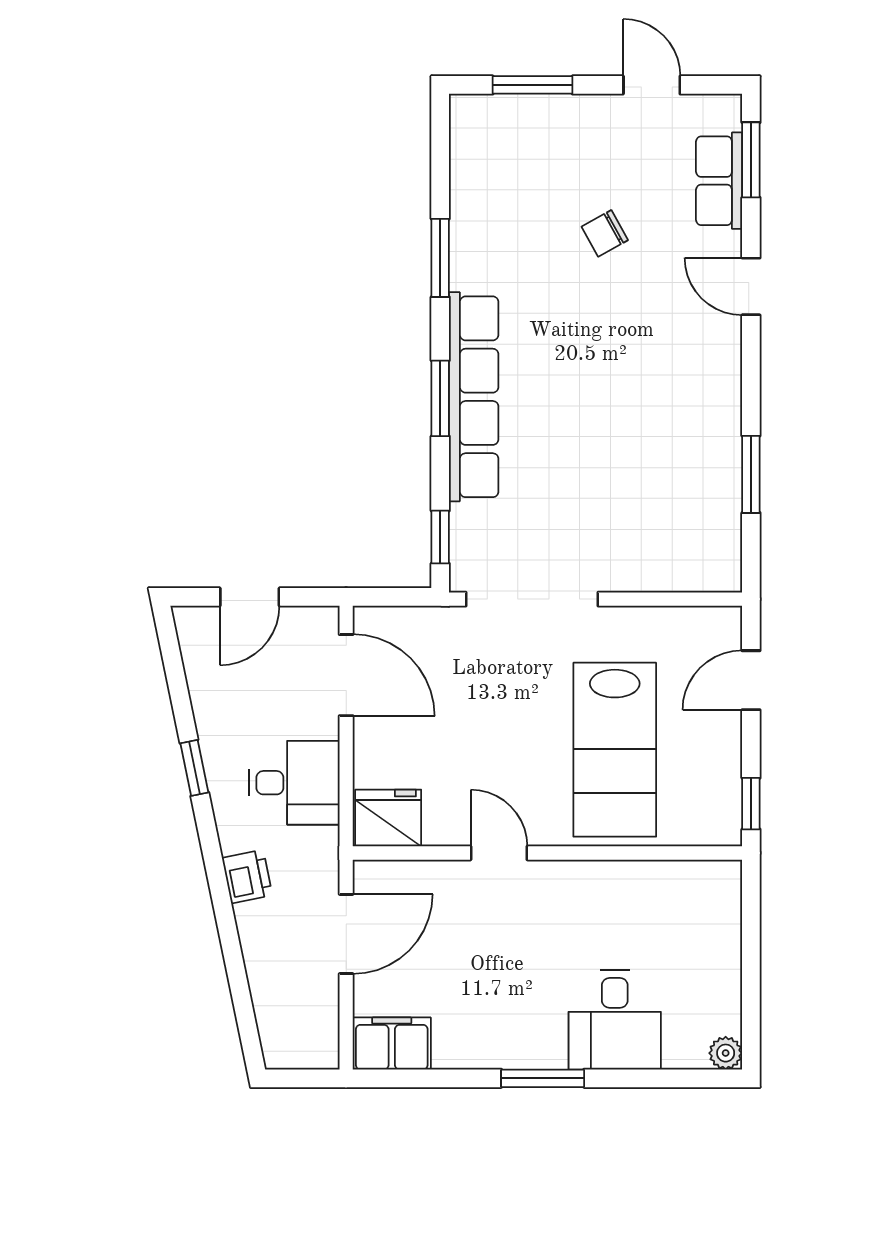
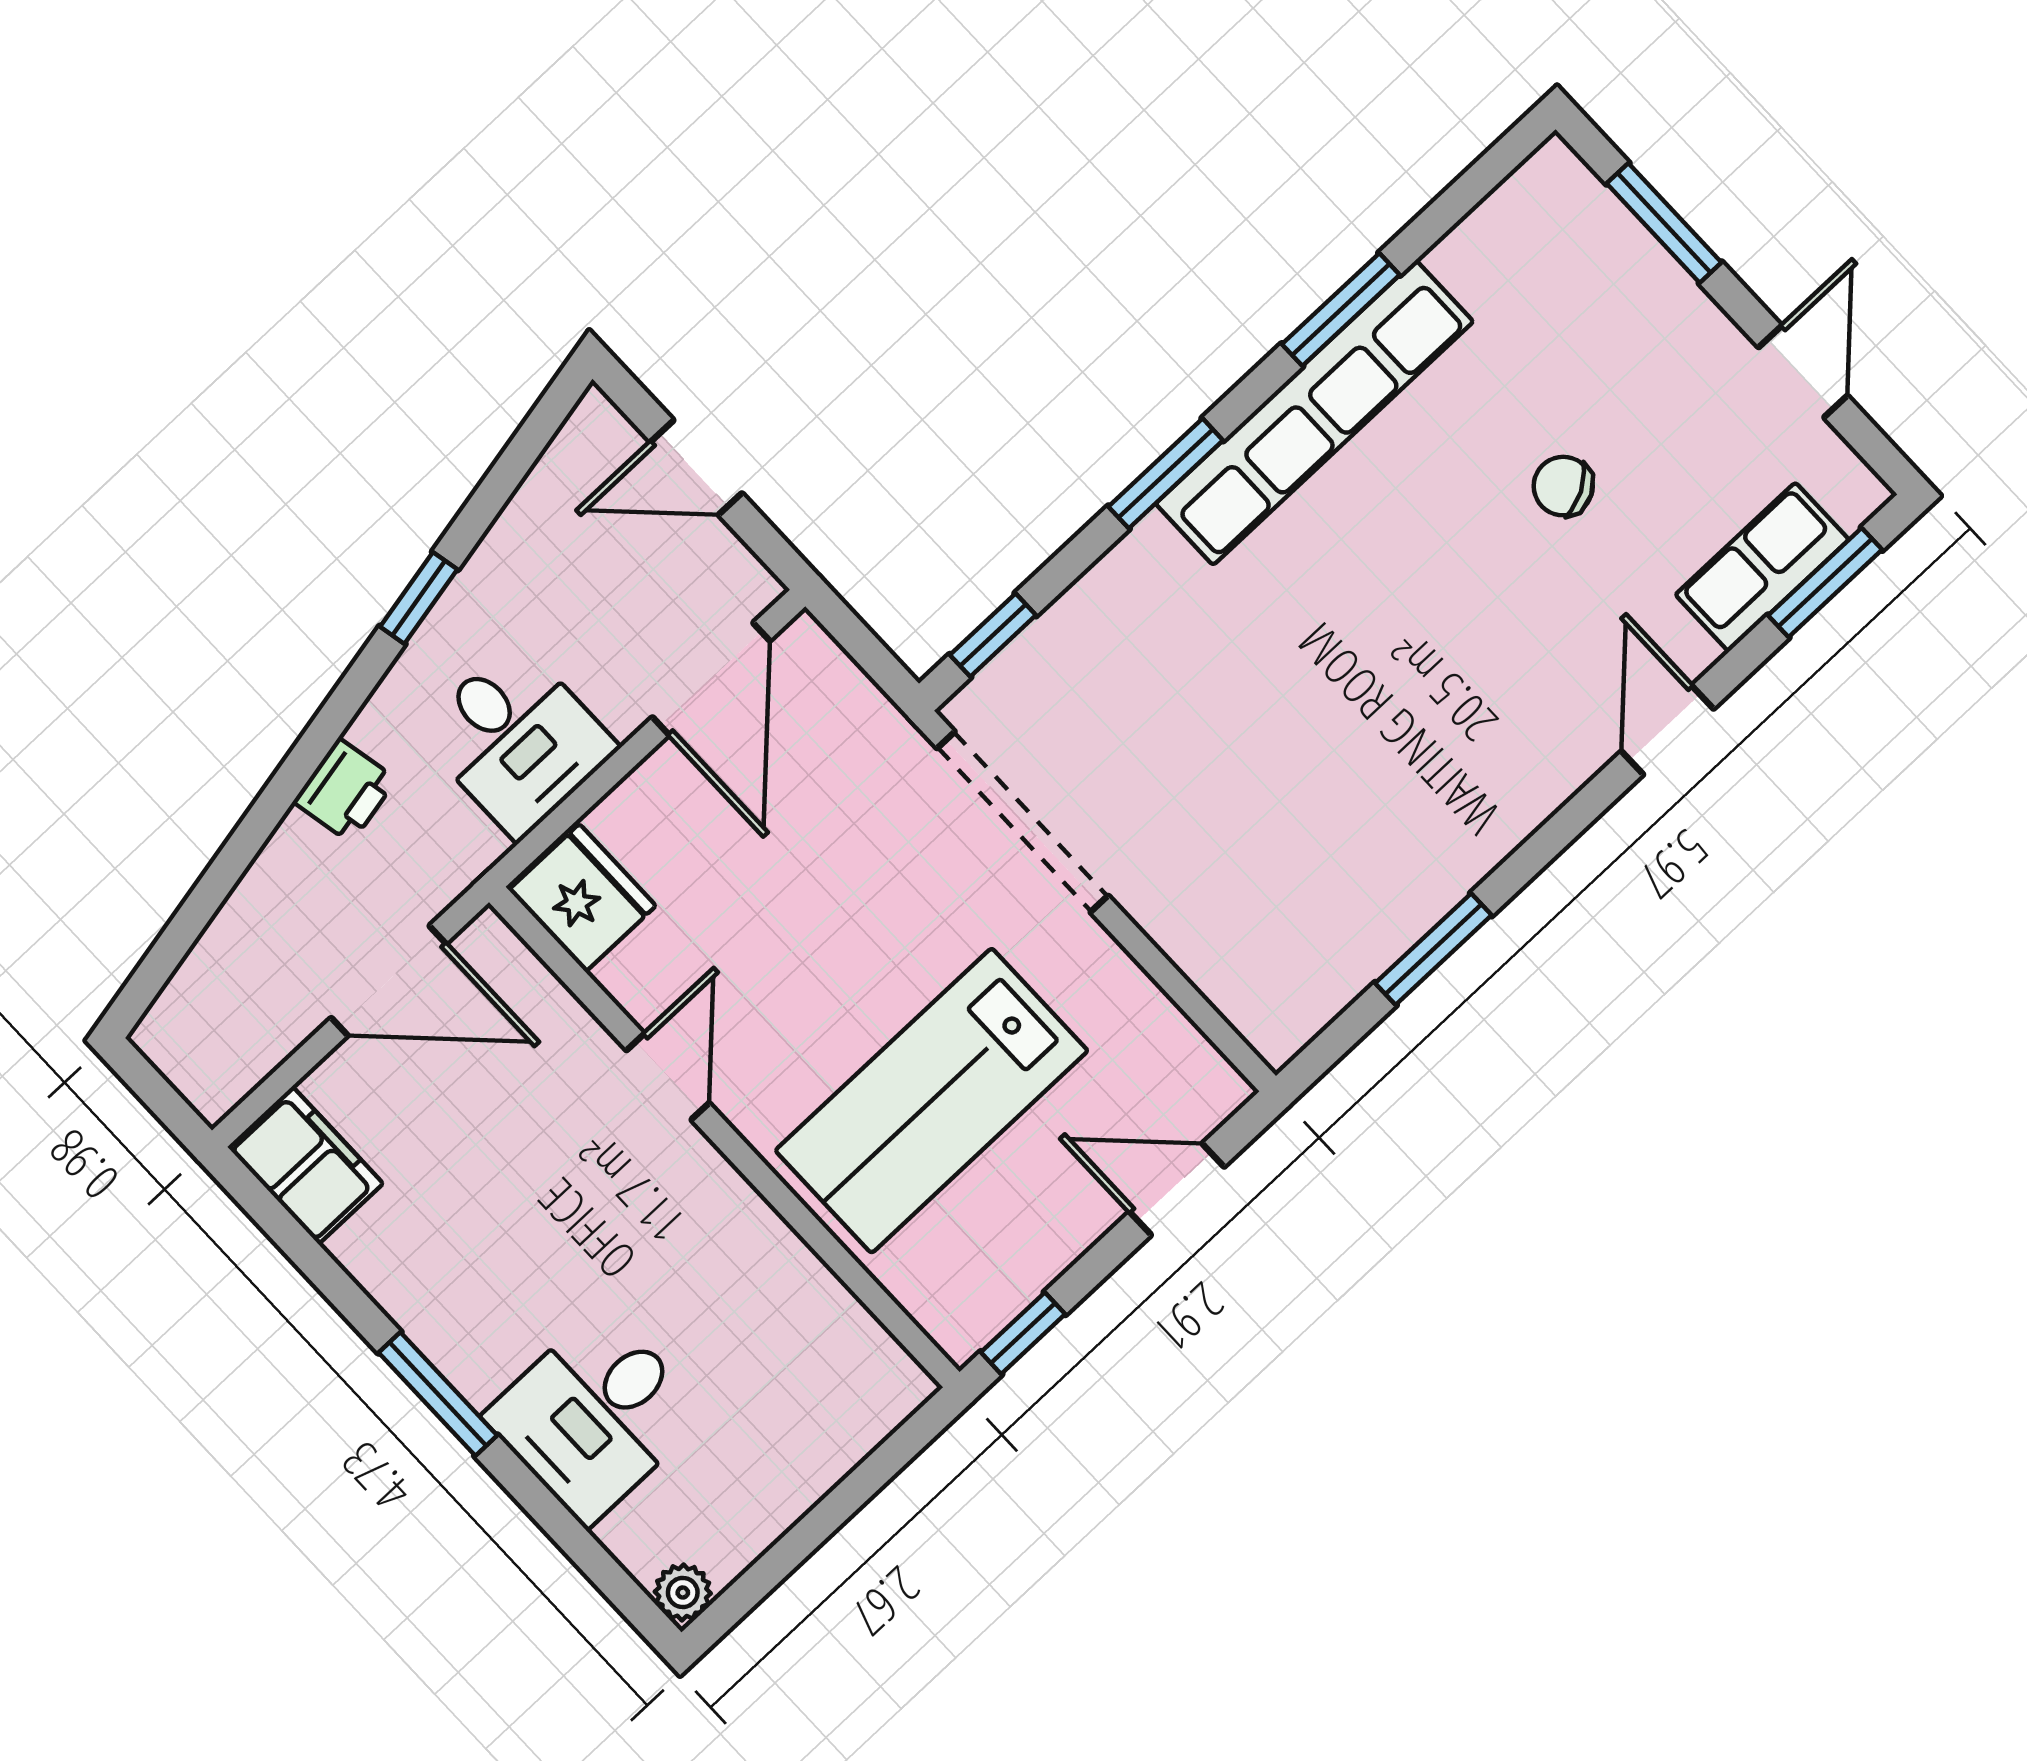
row of seats: (474, 397) -> (1314, 413), moved

